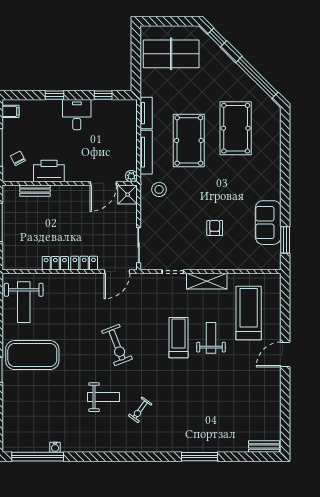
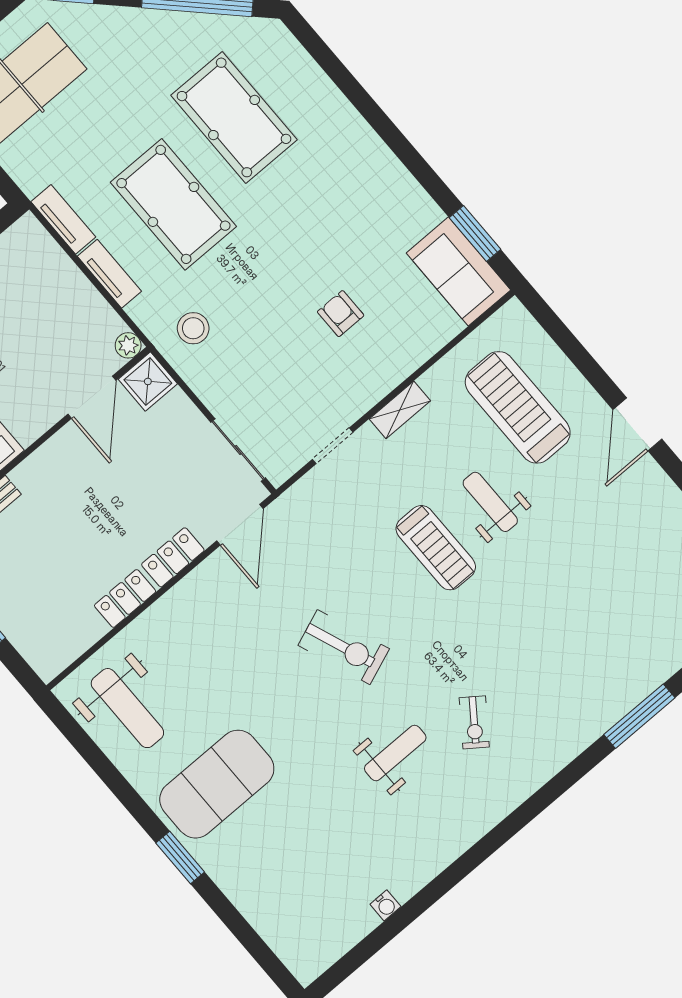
tv unit: (146, 152) -> (109, 274), width x0.71
sofa: (268, 223) -> (458, 271), moved
shelving: (207, 281) -> (400, 410), width x0.67, depth x0.75
treadmill: (178, 338) -> (436, 548), turned 180
window: (38, 457) -> (370, 946), removed

